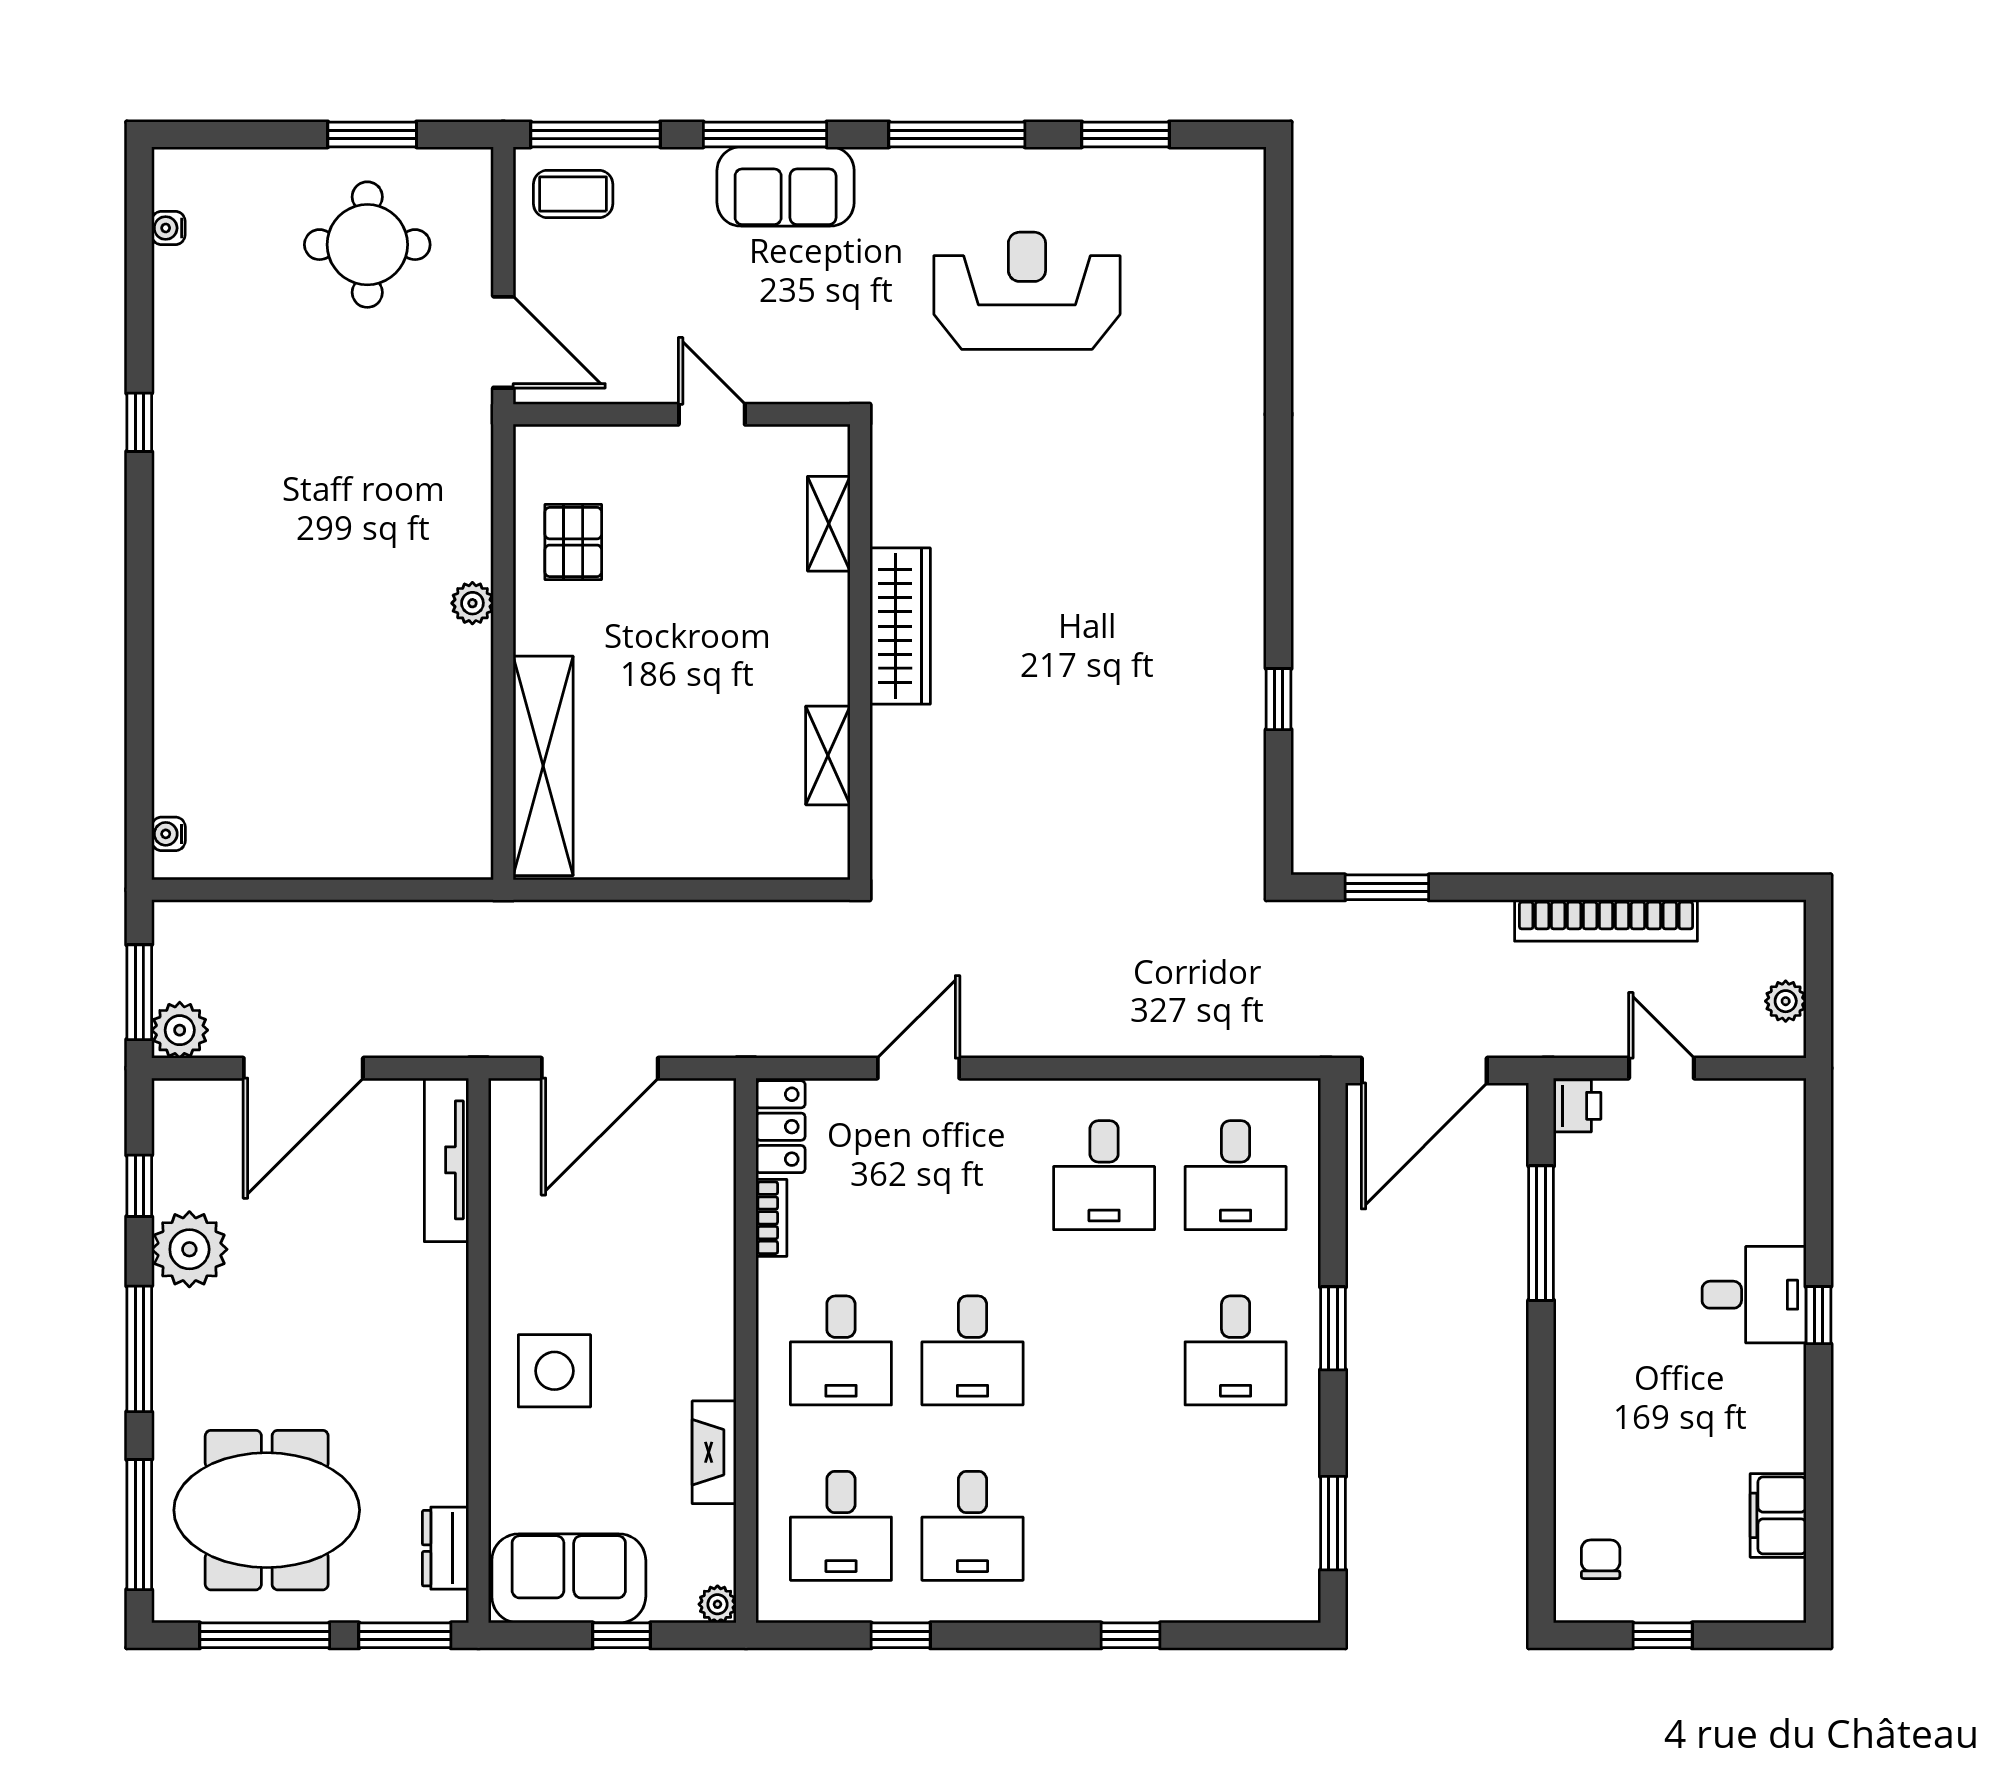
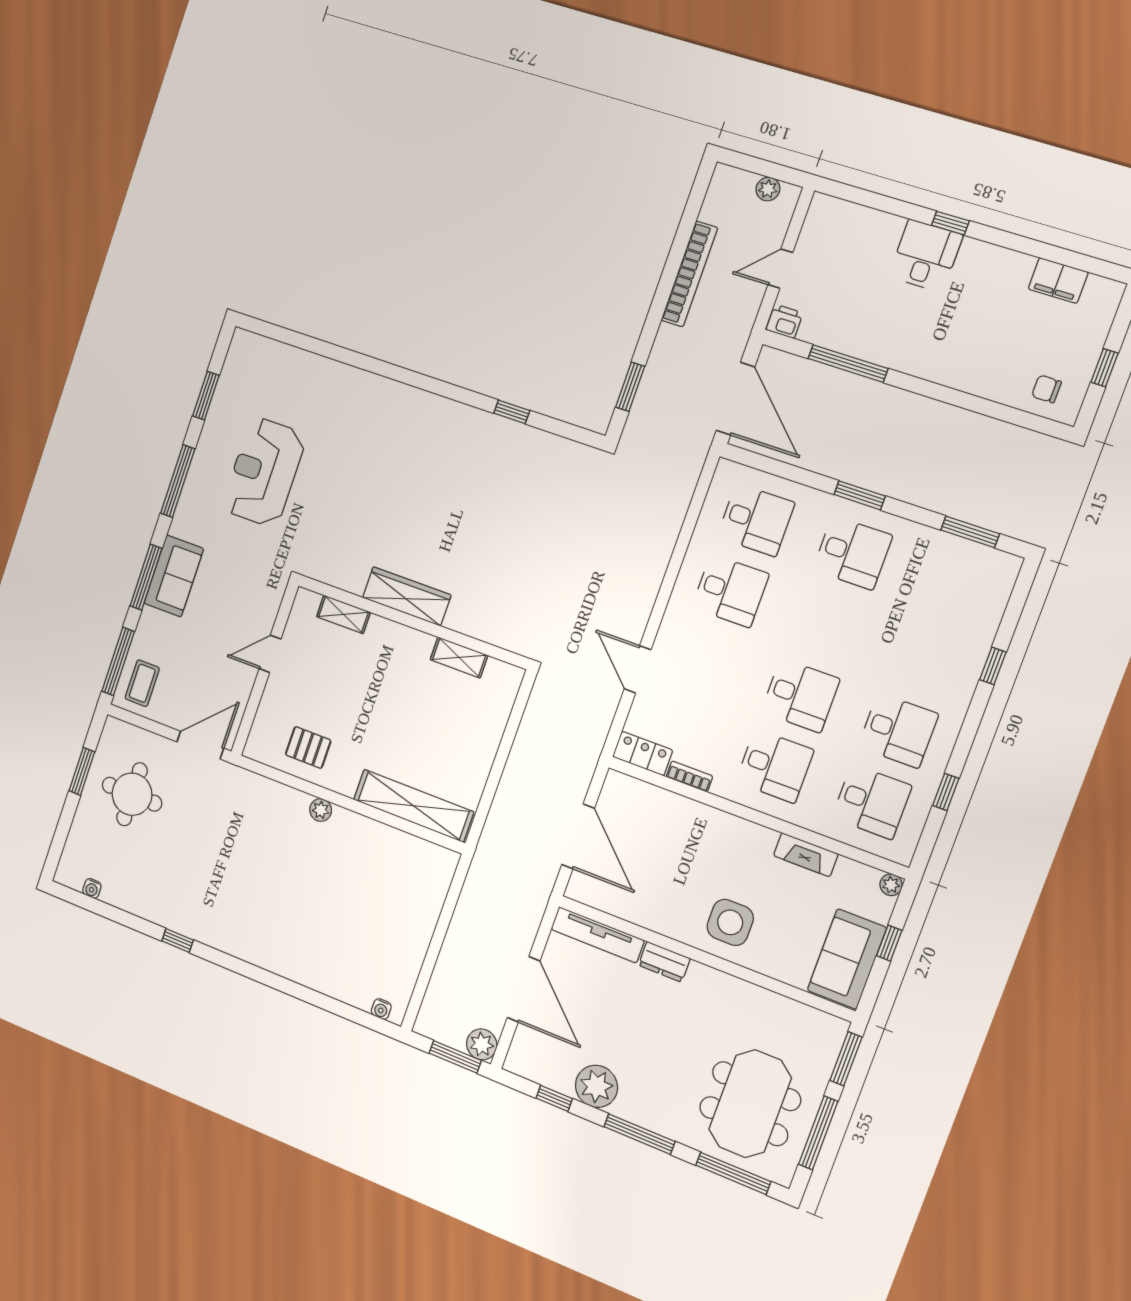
dresser: (446, 1548) -> (664, 962), moved

